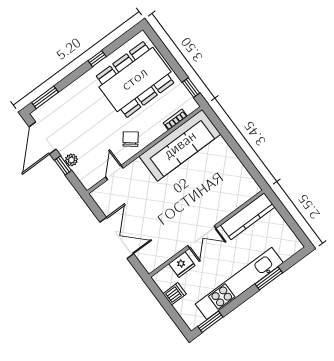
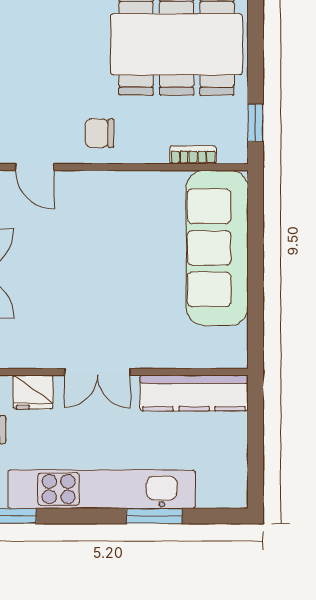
chair: (131, 139) -> (99, 133), turned -128
sofa: (180, 145) -> (217, 248), moved, turned 90
door: (114, 172) -> (35, 167), swing flipped

